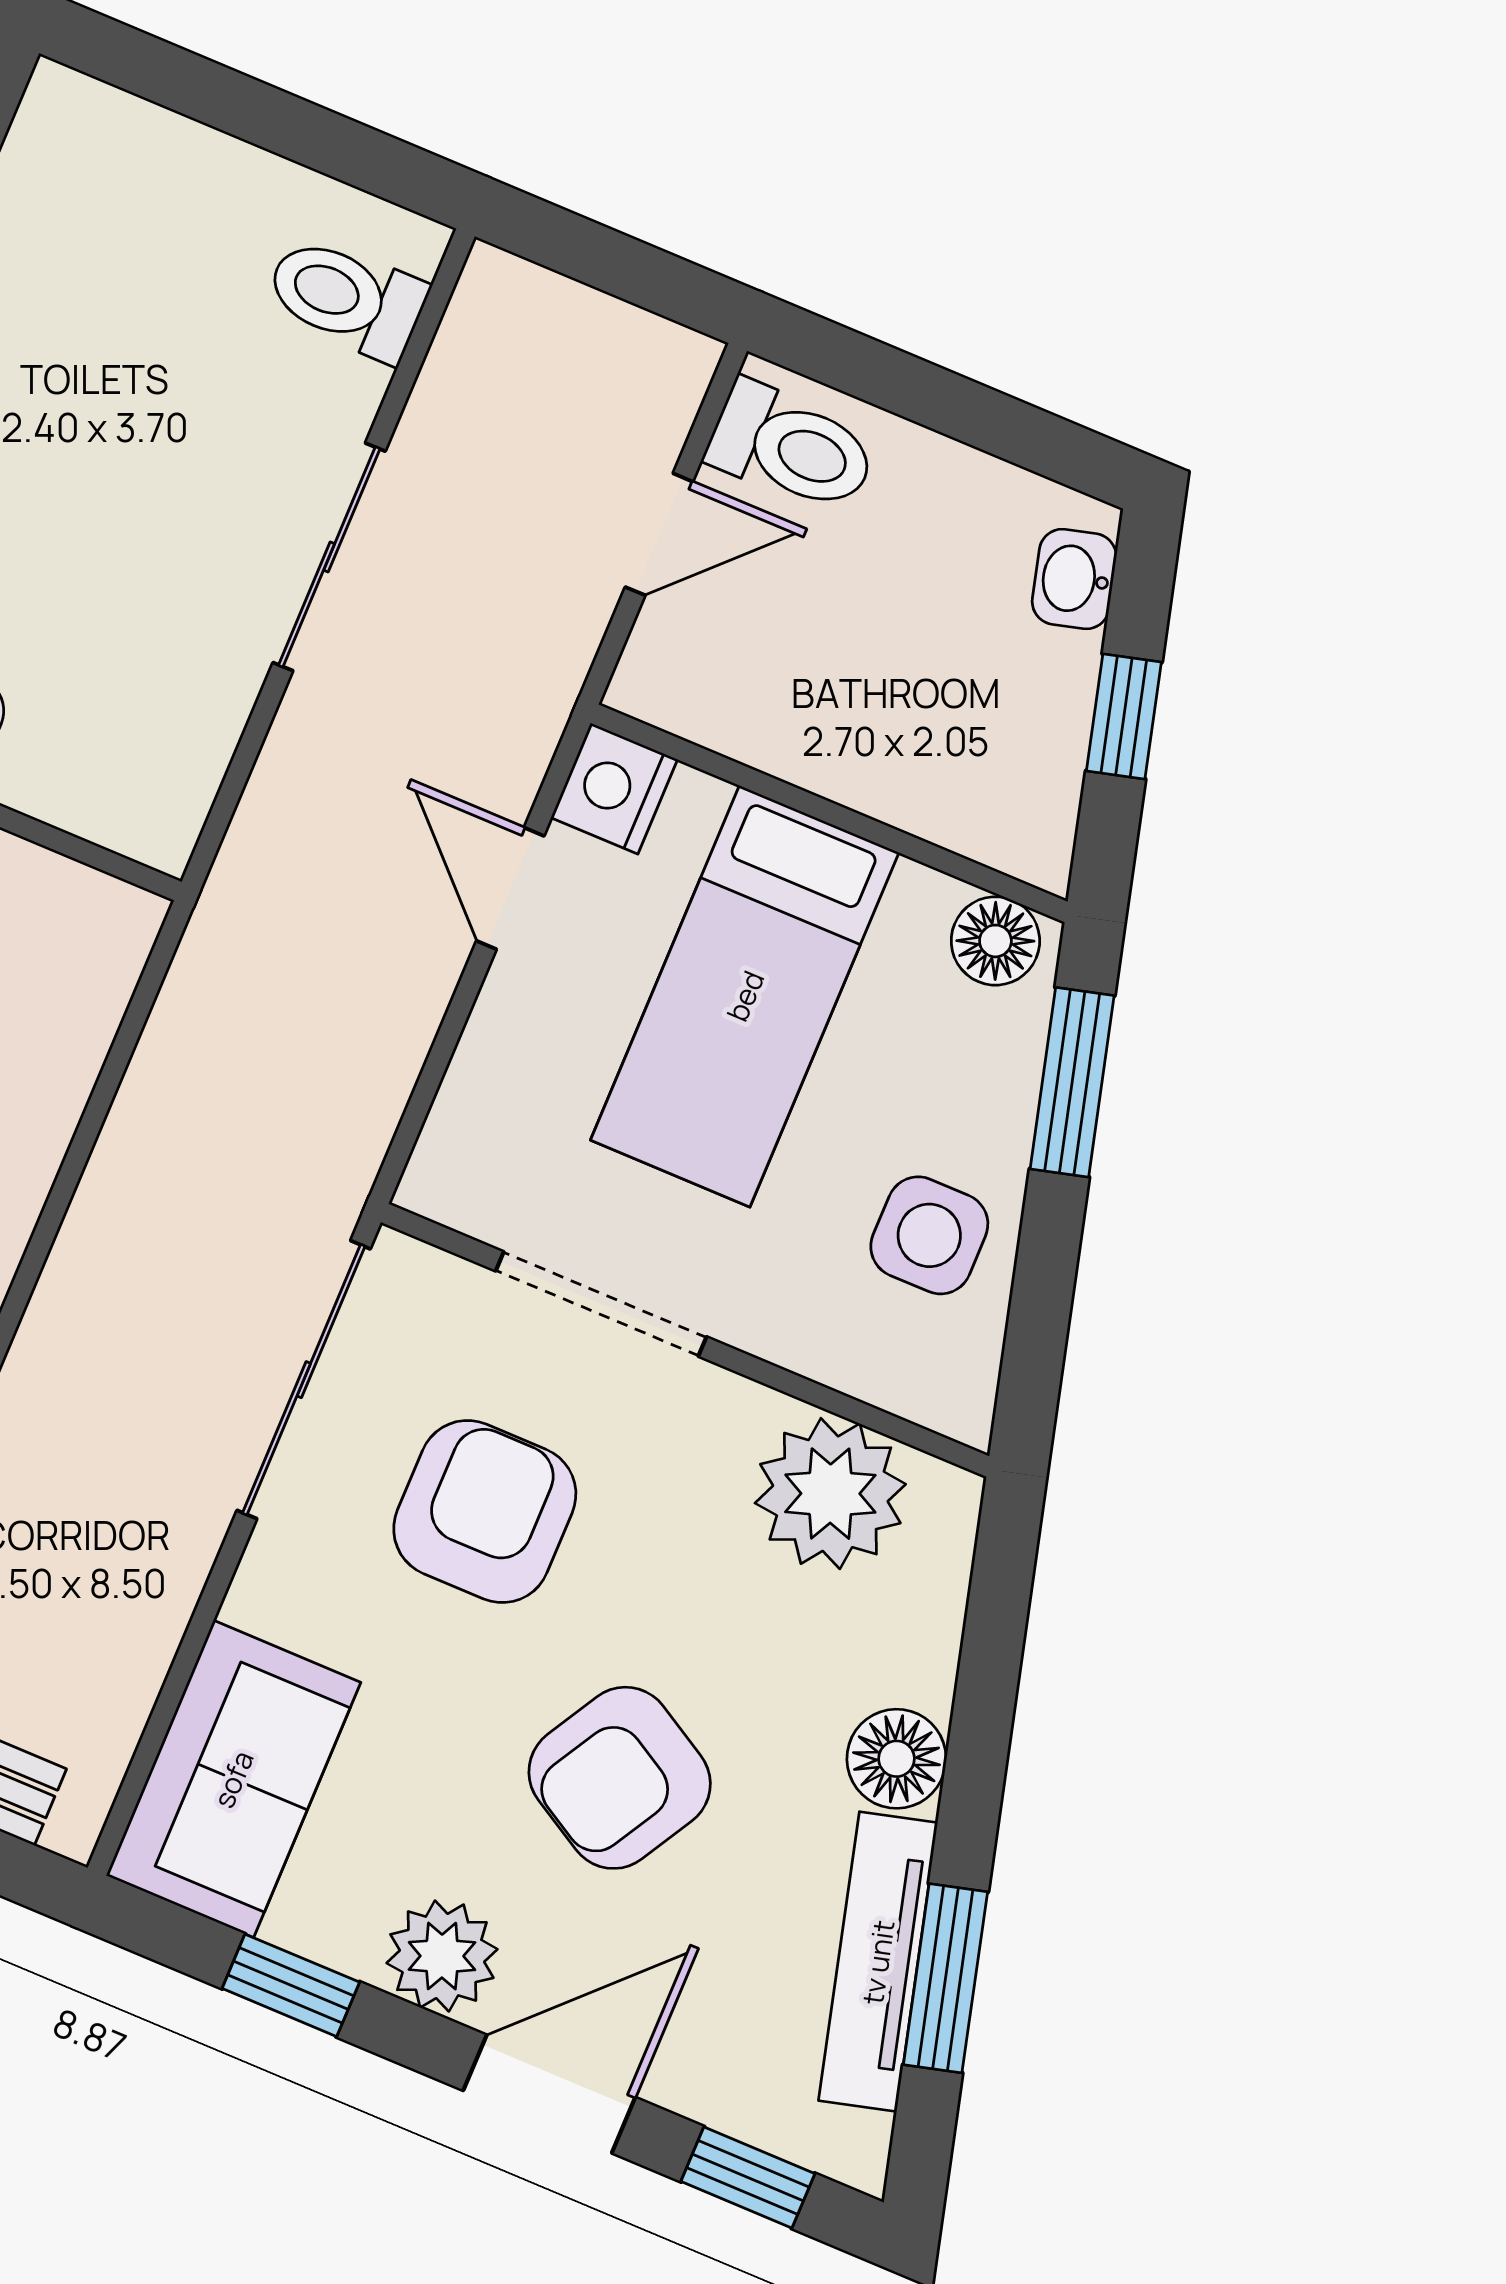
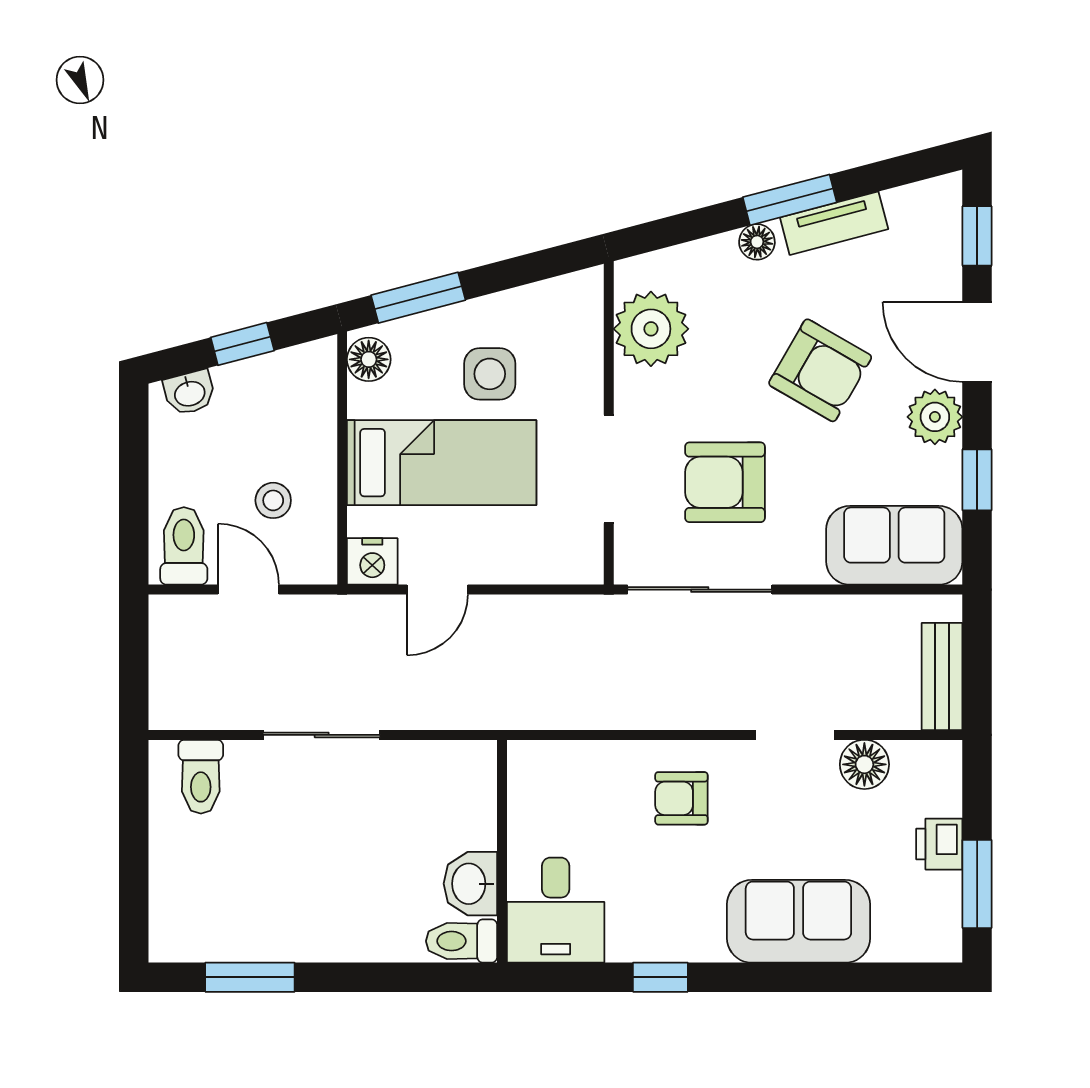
stool: (806, 651) -> (273, 500), added
side table: (929, 1235) -> (490, 374), moved
floor lamp: (897, 1759) -> (757, 242), width x0.73, depth x0.73
tv unit: (878, 1962) -> (834, 223), width x0.71
window: (945, 1978) -> (790, 200), moved

